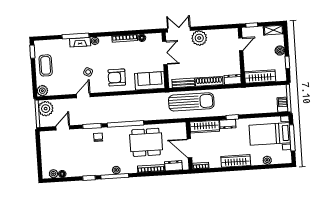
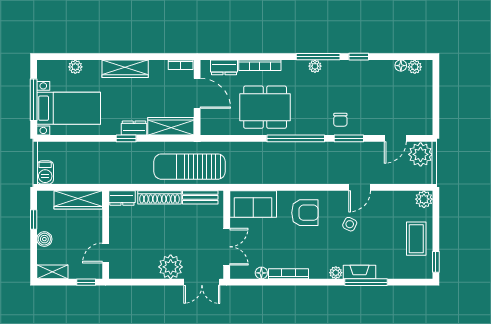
double door: (165, 53) -> (227, 247), swing flipped
barbecue: (283, 105) -> (45, 172), moved
plant: (46, 109) -> (421, 154), moved

